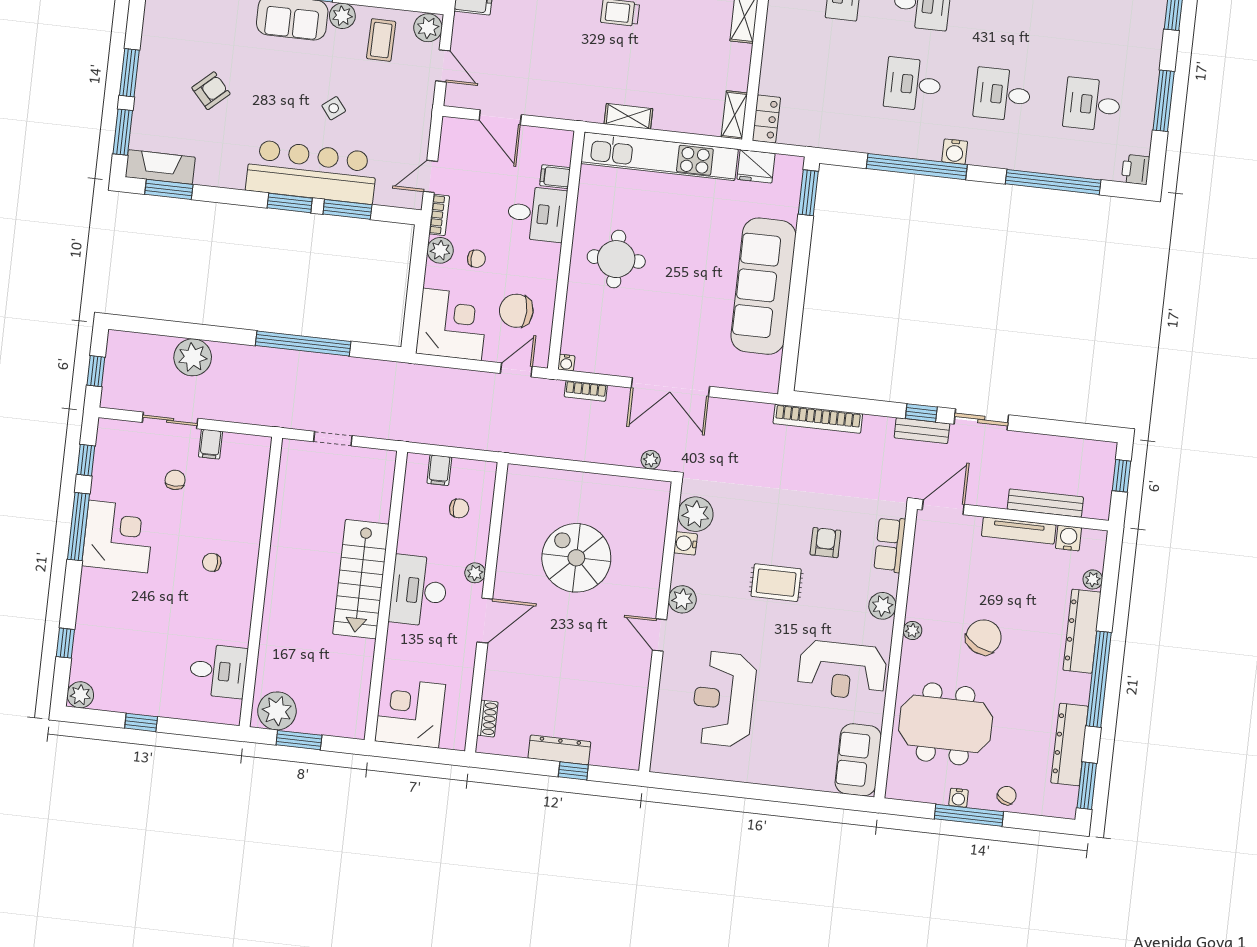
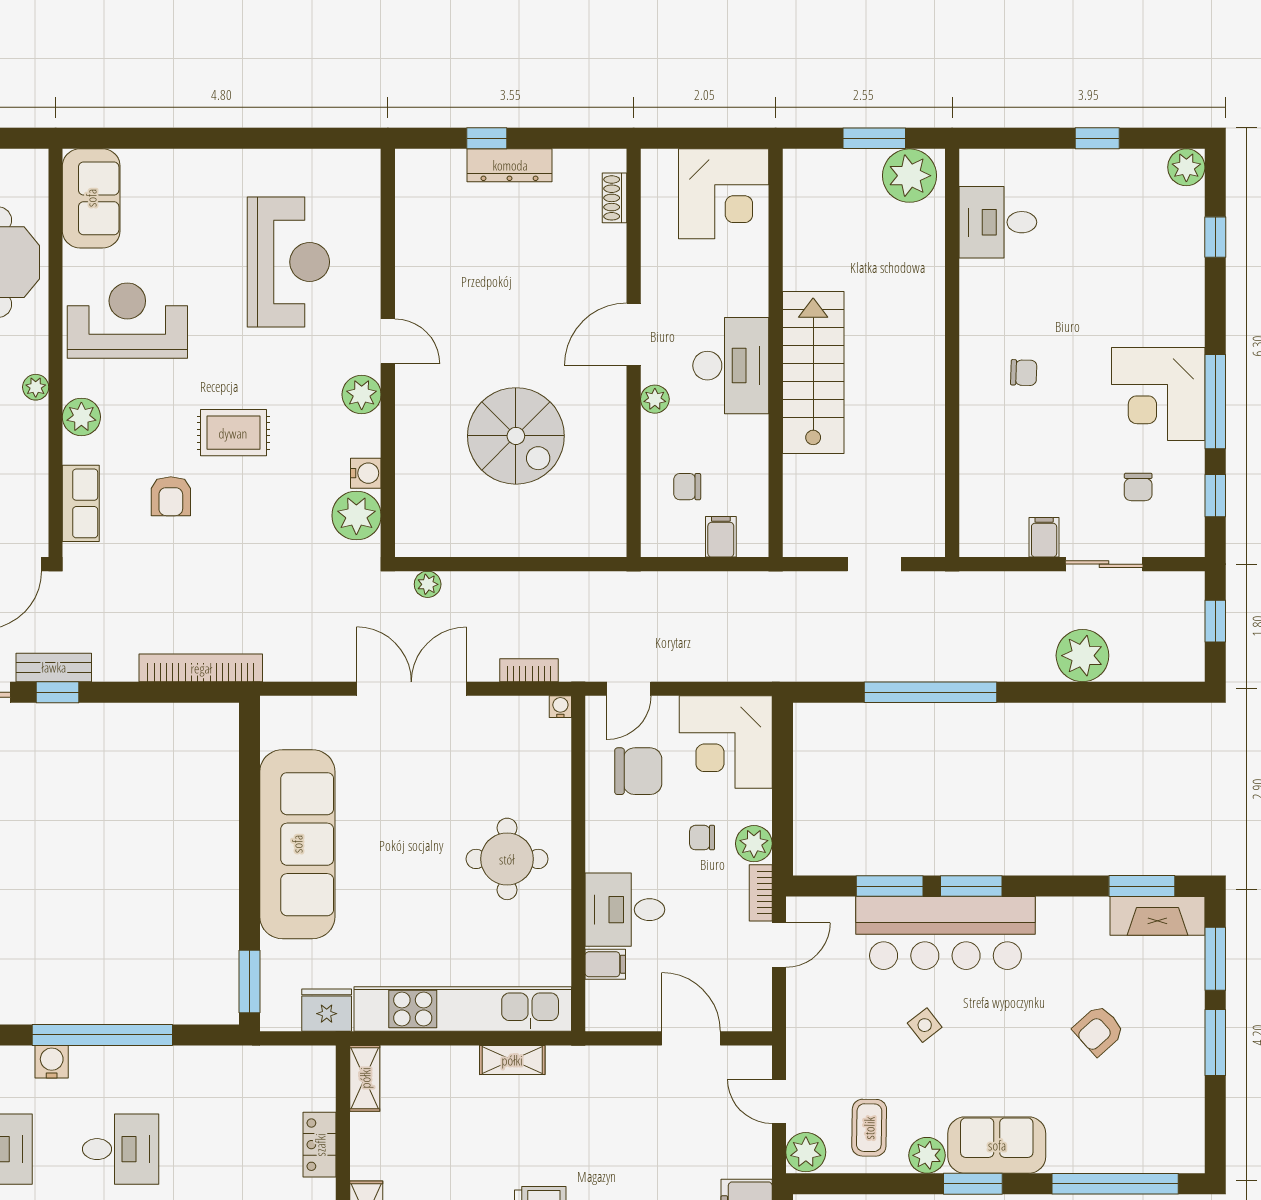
locker: (766, 119) -> (320, 1145), moved
chair: (175, 480) -> (1138, 487), moved

